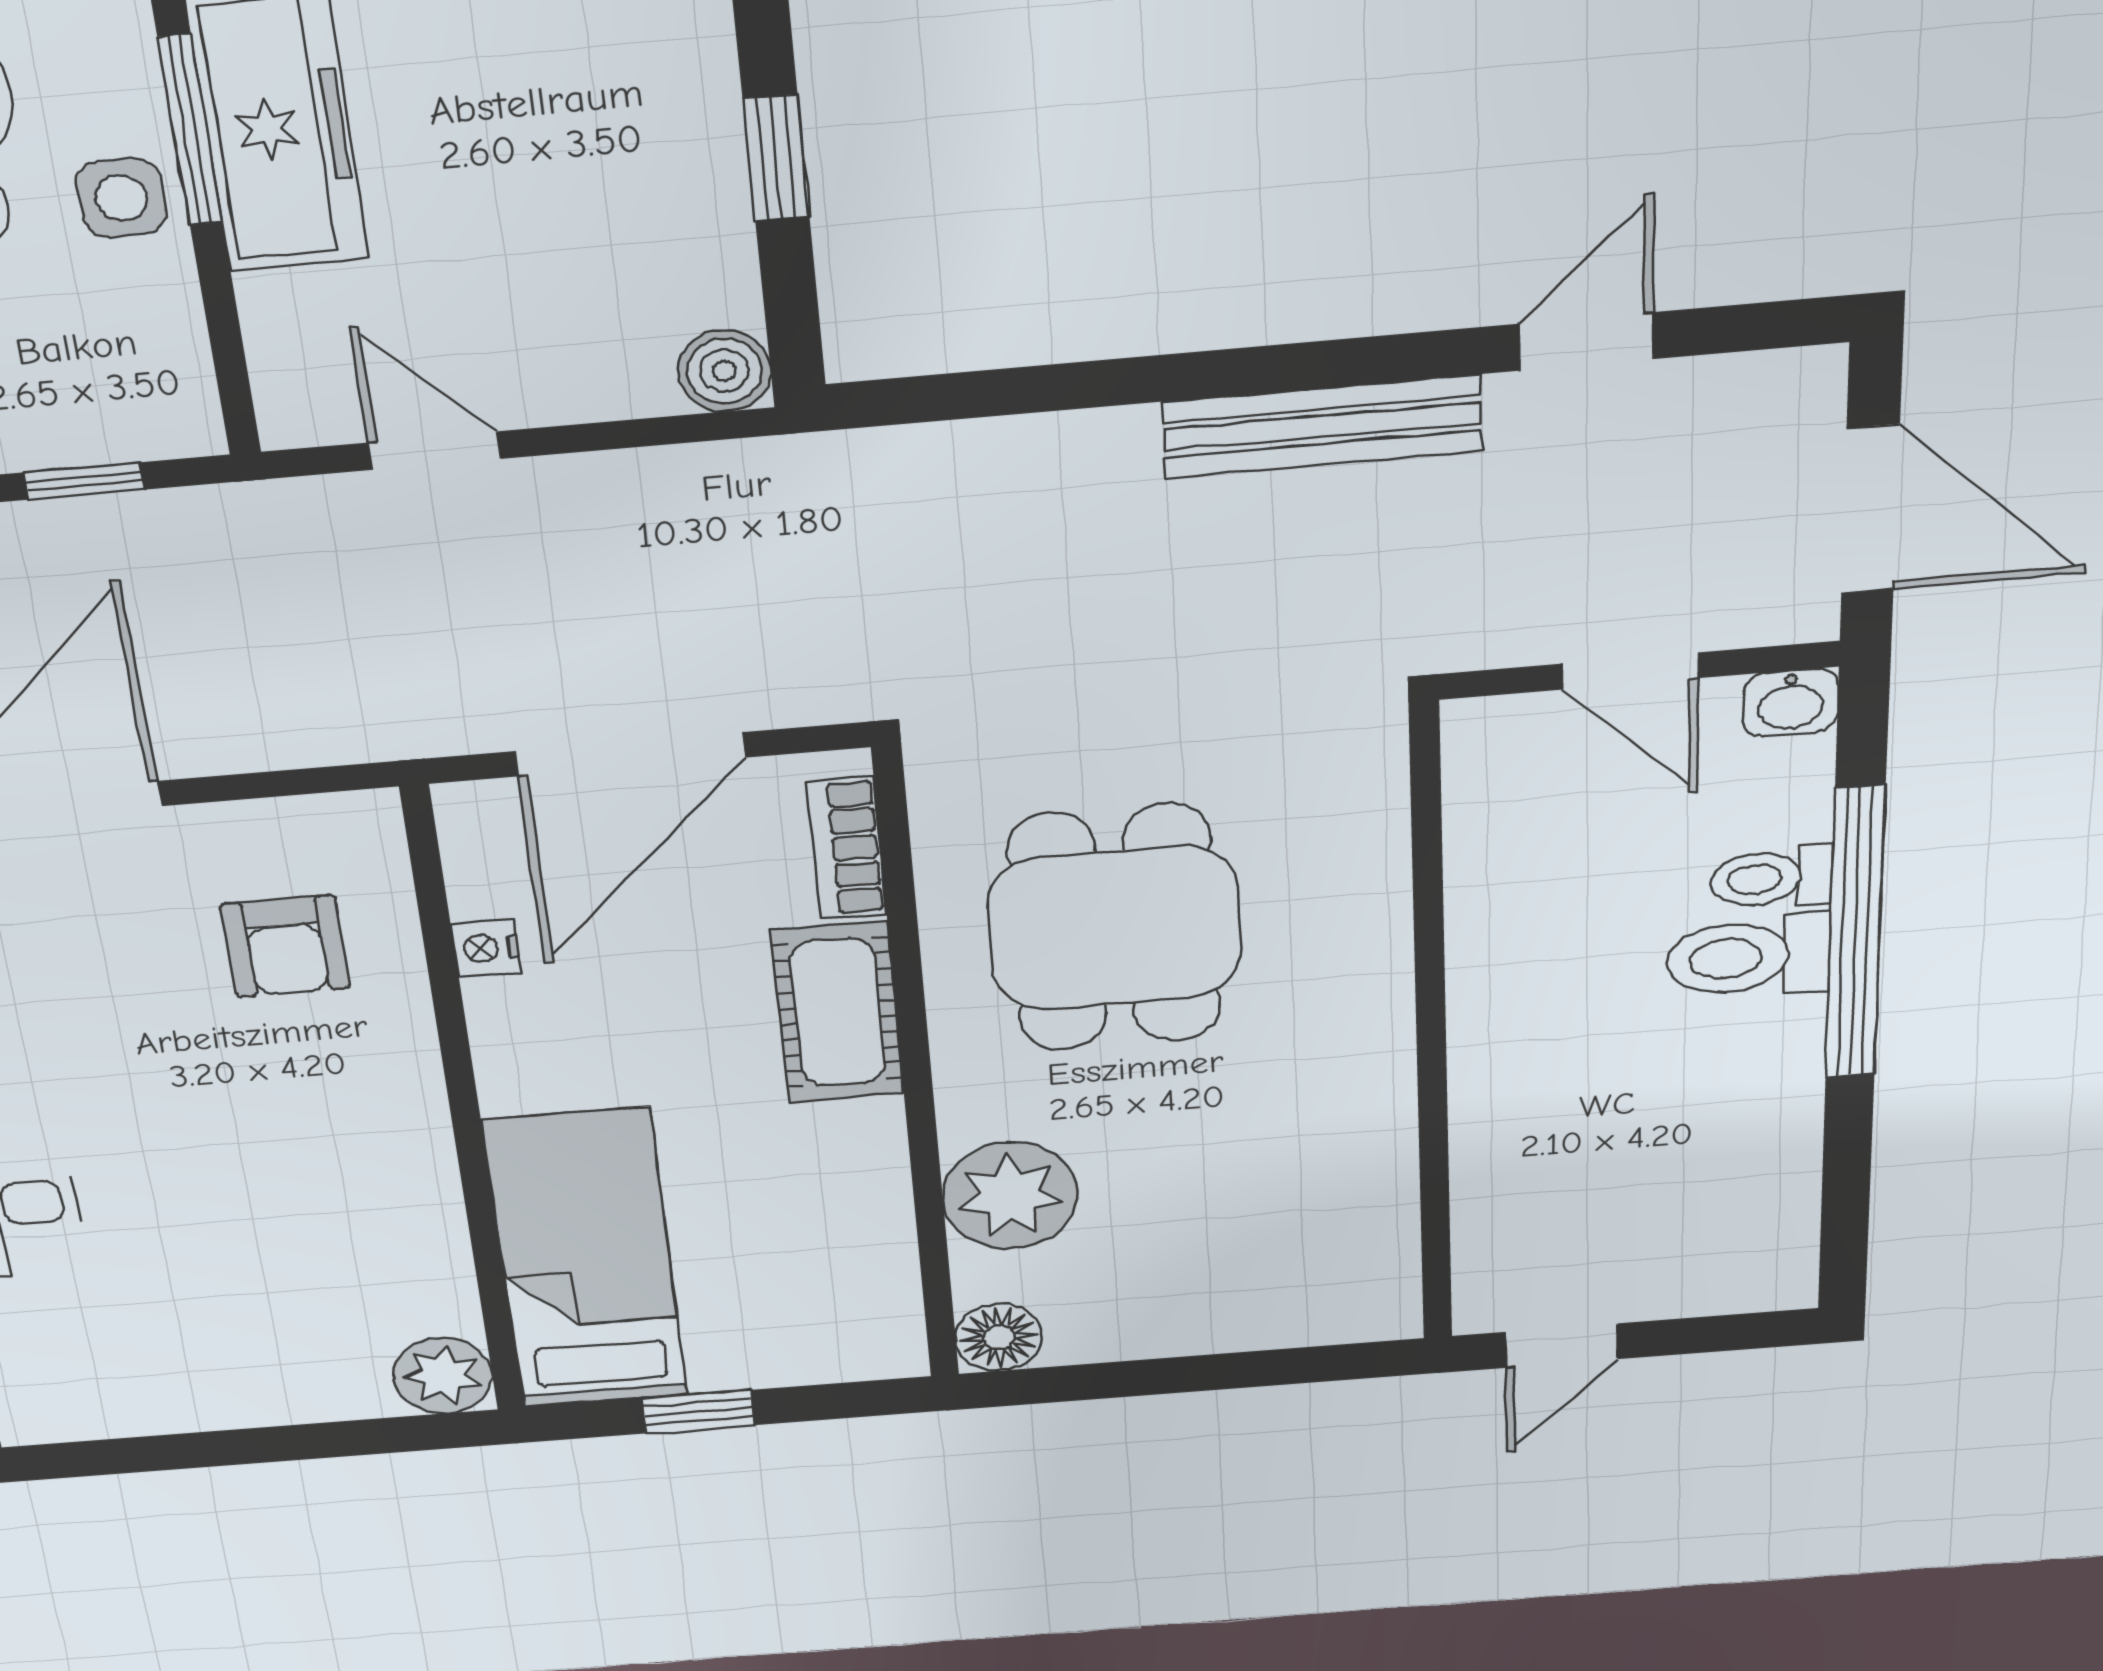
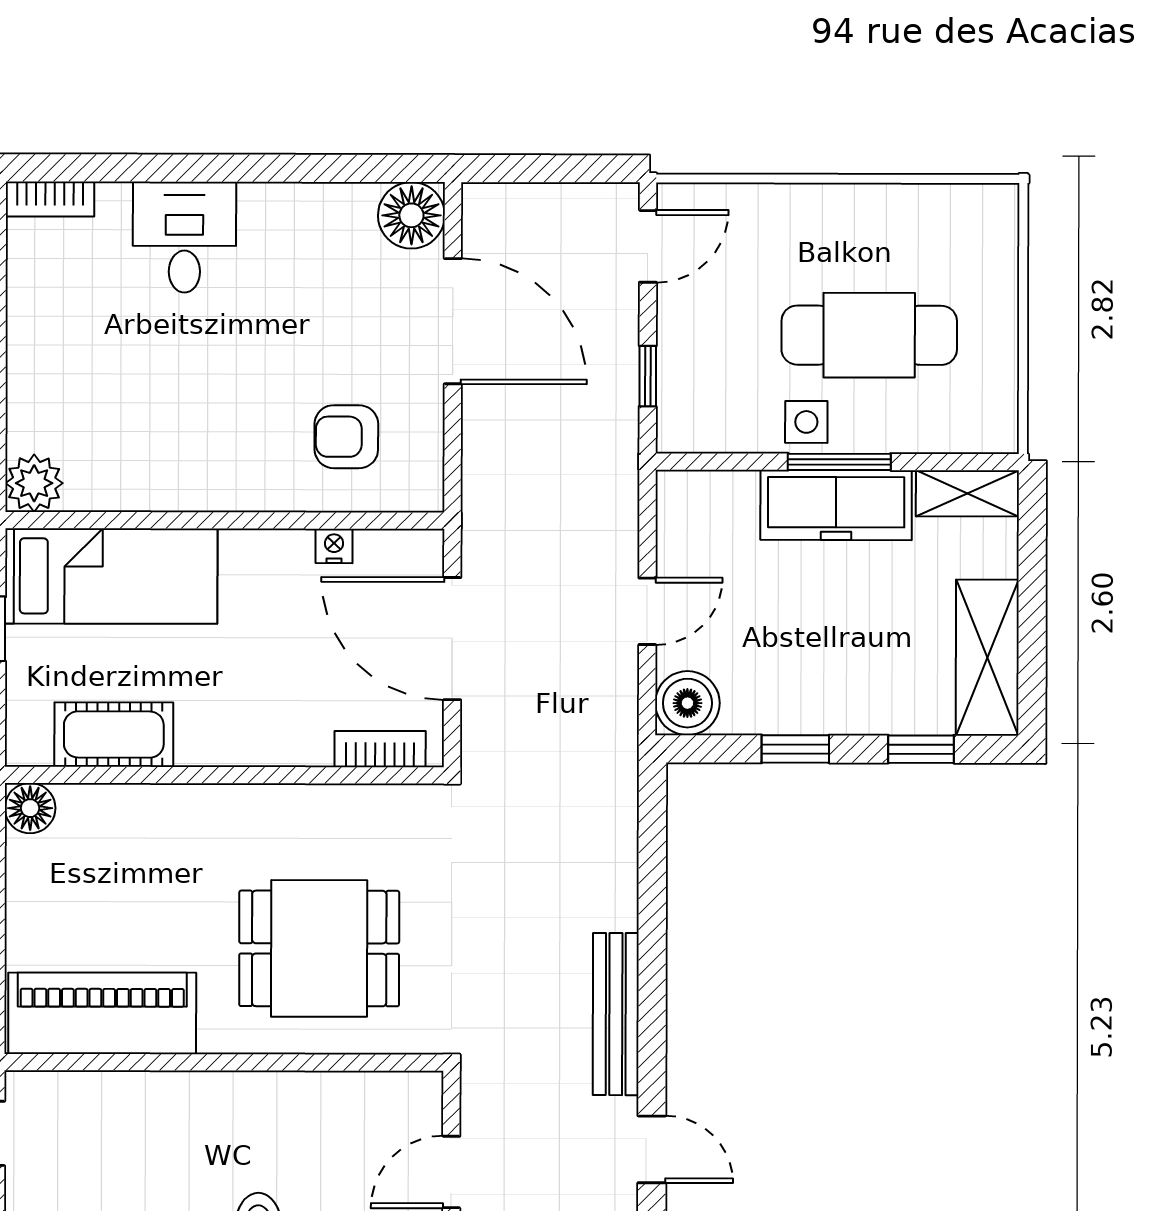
boiler: (724, 371) -> (687, 703), width x1.36, depth x1.36
door: (434, 451) -> (647, 611), moved
dining table: (1114, 928) -> (319, 948), moved
cot: (838, 1013) -> (114, 735), moved
plant: (1010, 1196) -> (133, 821), removed
piano: (1349, 1212) -> (102, 1013), added

